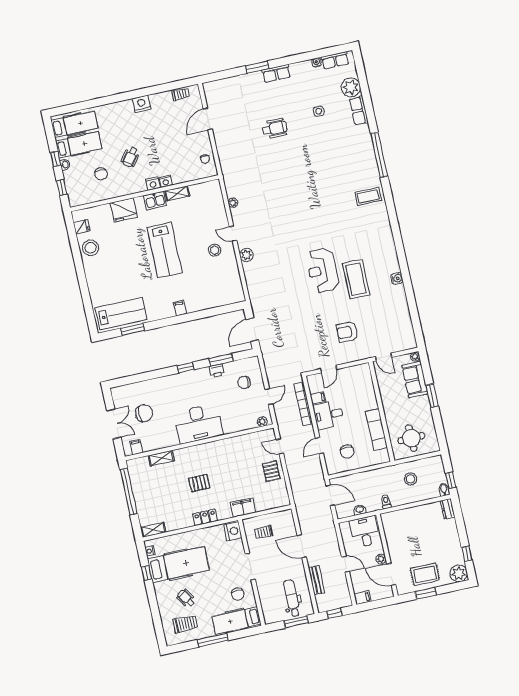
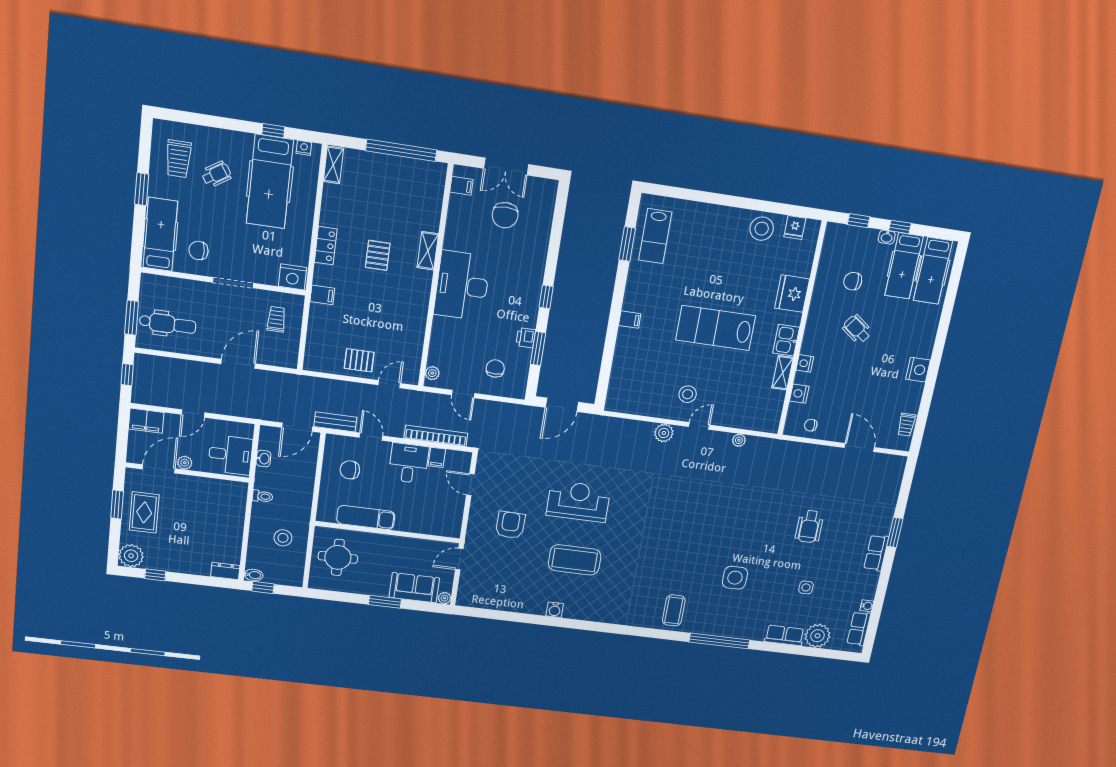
side table: (329, 164) -> (735, 578), added
nightstand: (153, 184) -> (799, 394), moved
reception desk: (322, 271) -> (578, 501), moved
lab bench: (121, 314) -> (655, 236), width x0.73, depth x0.72
door: (252, 330) -> (562, 405), swing flipped
shelving: (161, 458) -> (428, 251), moved
filing cabinet: (243, 508) -> (322, 295), width x0.50
bench: (317, 580) -> (335, 422), moved
filing cabinet: (362, 598) -> (146, 421), width x2.00
window: (213, 640) -> (142, 189), width x0.69

